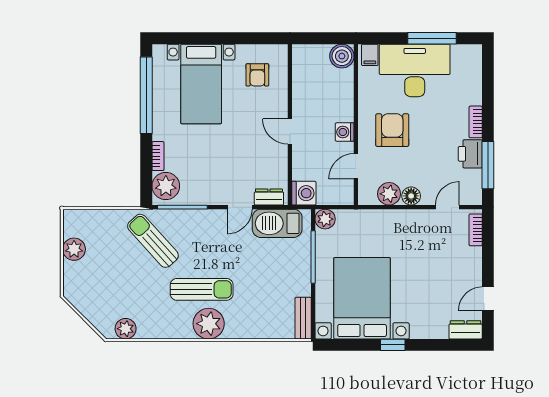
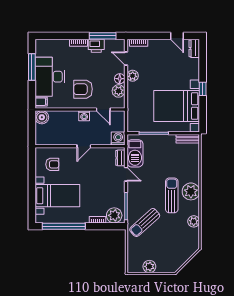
plant: (325, 219) -> (133, 76), moved
plant: (126, 329) -> (194, 221), moved

